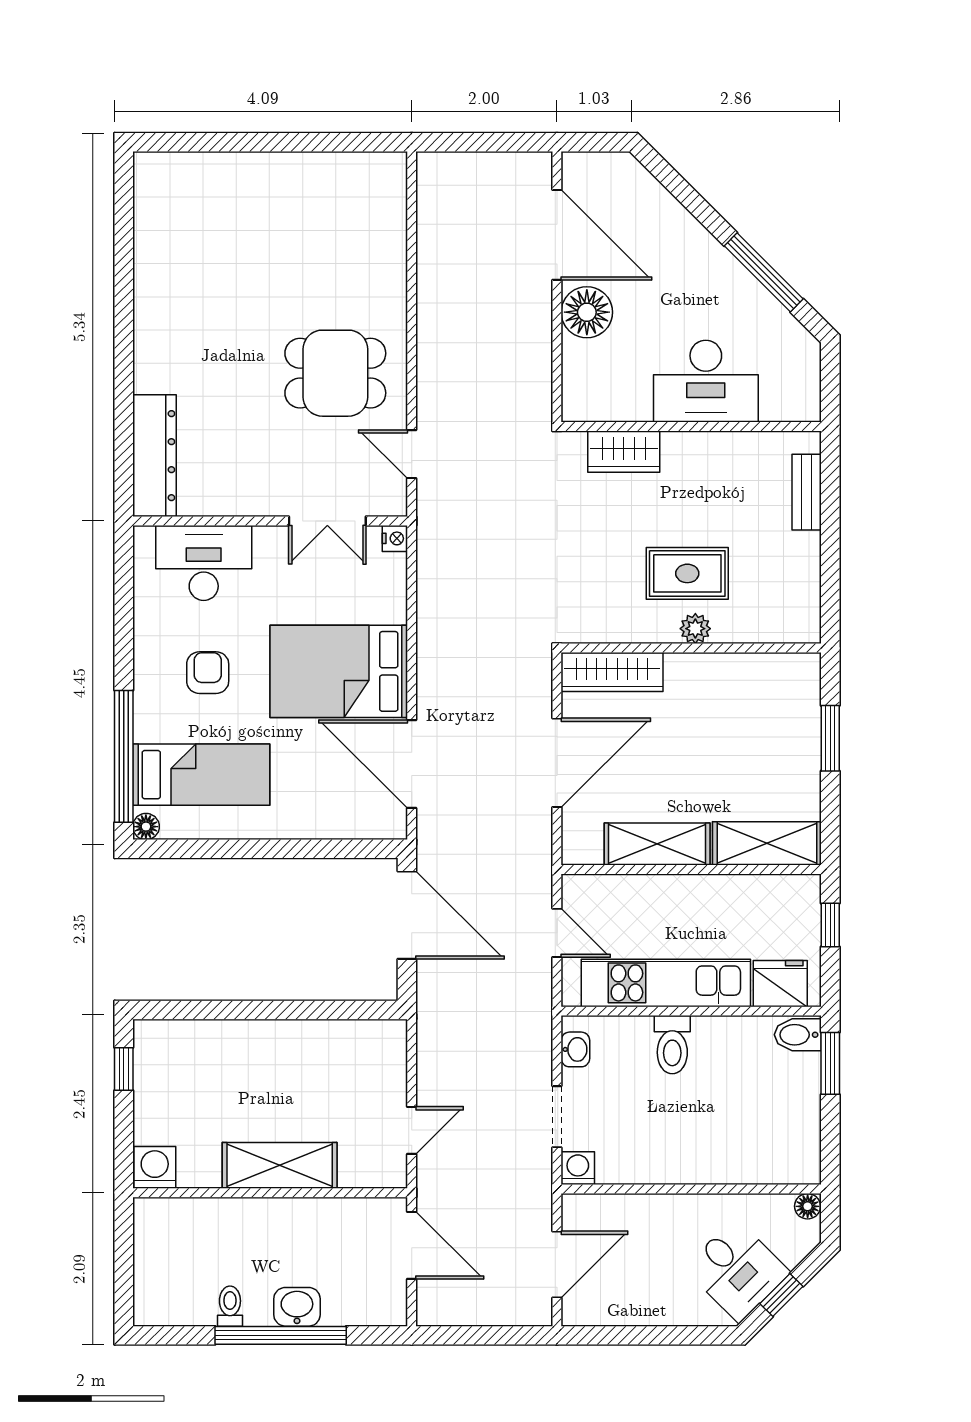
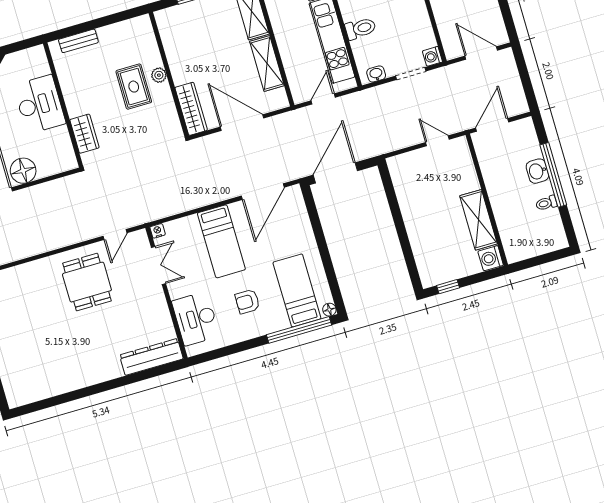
bed: (339, 671) -> (221, 241), width x0.67
shelving: (280, 1165) -> (478, 220), moved

